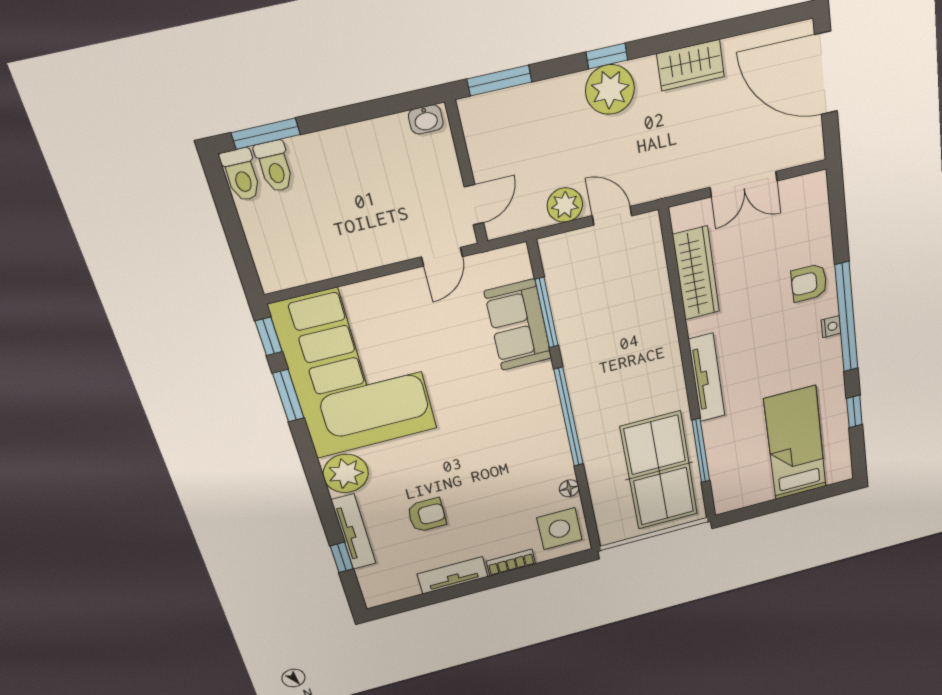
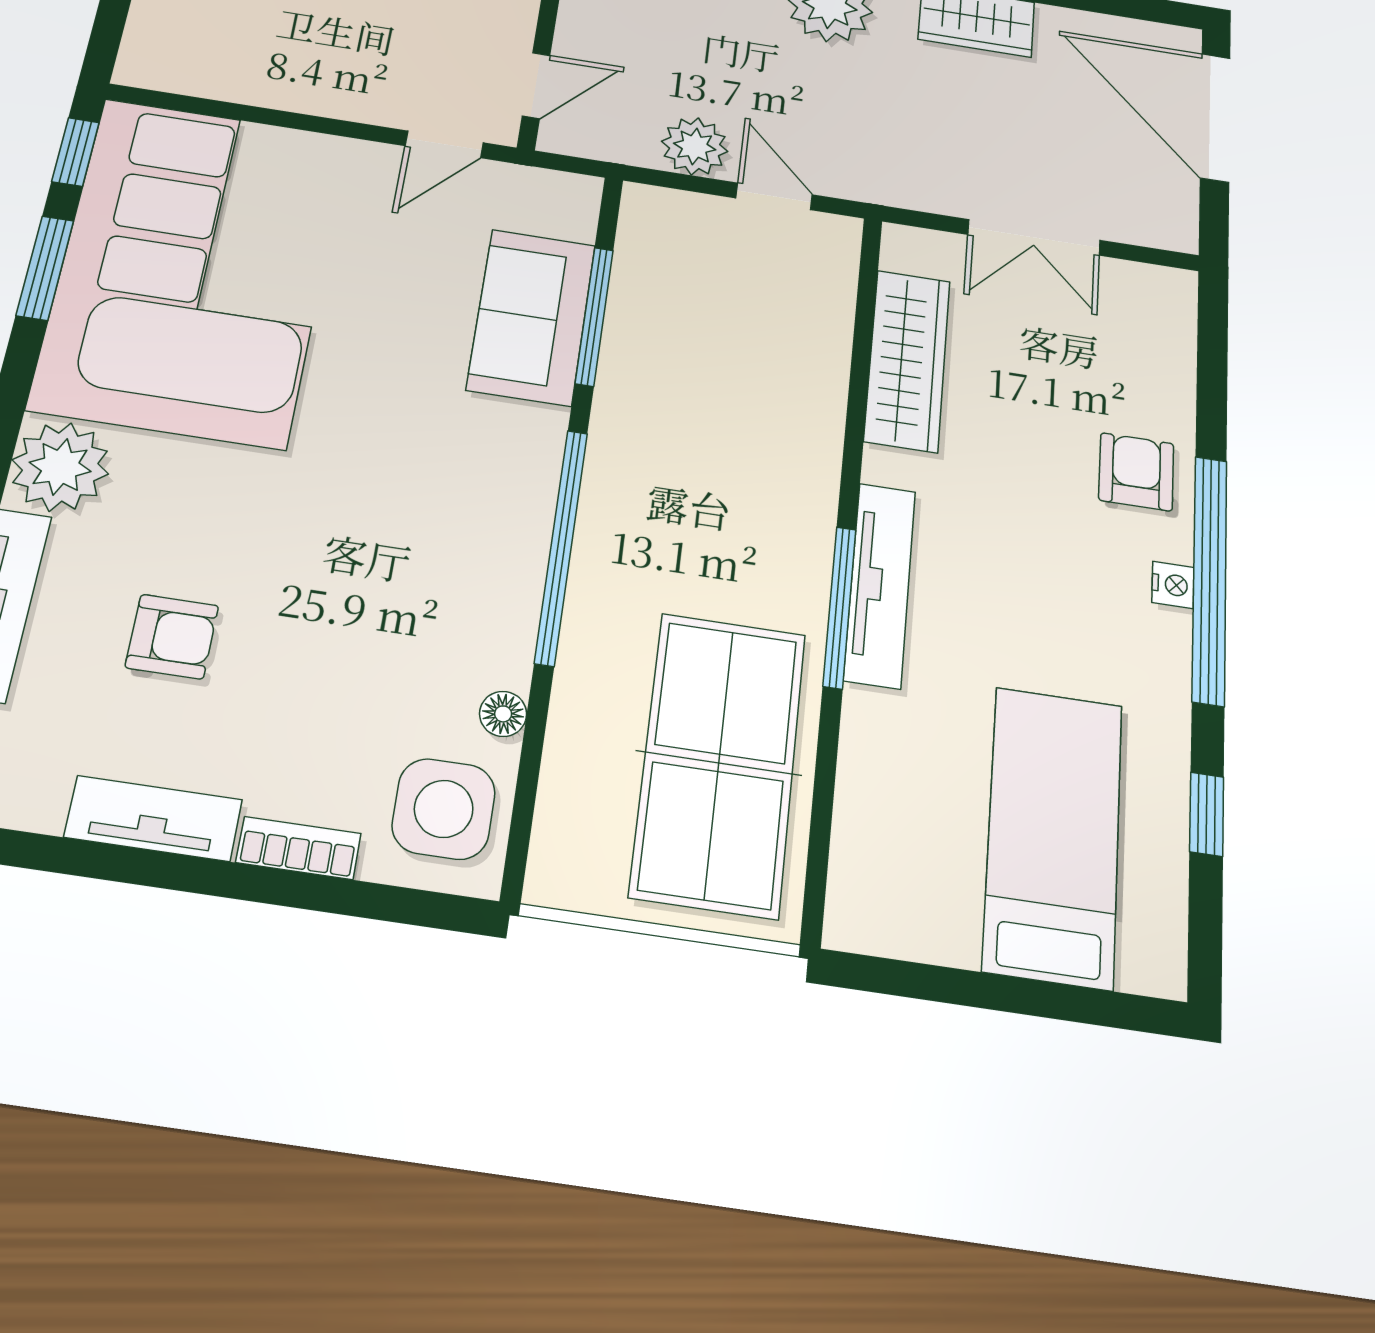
armchair: (809, 283) -> (1136, 472), turned 90
window: (701, 451) -> (840, 607), moved

